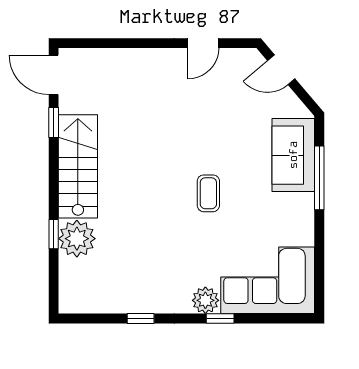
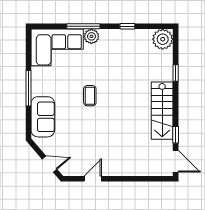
window: (319, 178) -> (28, 88), moved
plant: (77, 239) -> (163, 39), moved
window: (220, 318) -> (83, 26), width x2.17

